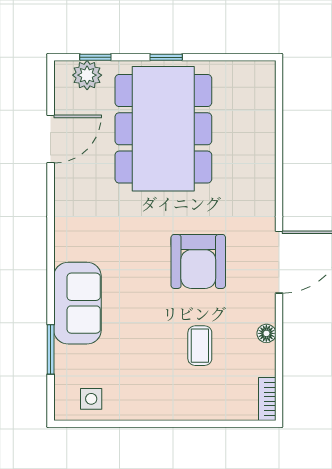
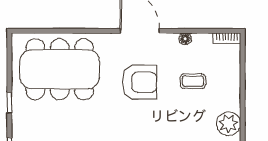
dining table: (163, 129) -> (60, 69), moved
plant: (133, 402) -> (229, 124), added

